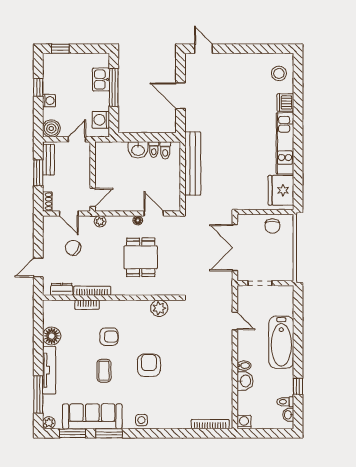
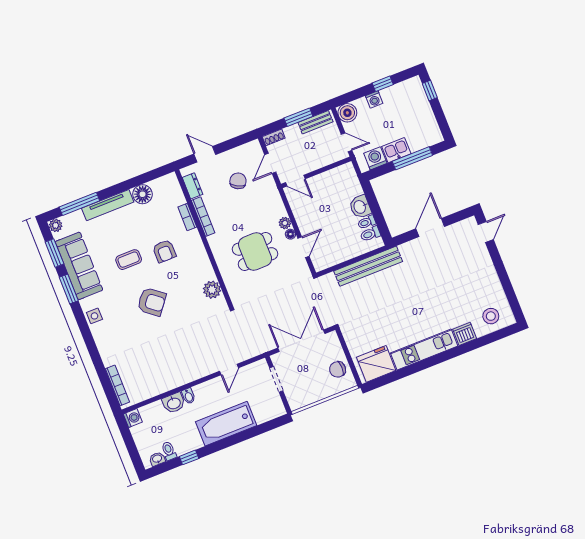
kitchen sink: (101, 80) -> (396, 150), moved
plant: (100, 221) -> (285, 223), moved
armchair: (149, 365) -> (152, 302), turned 38

